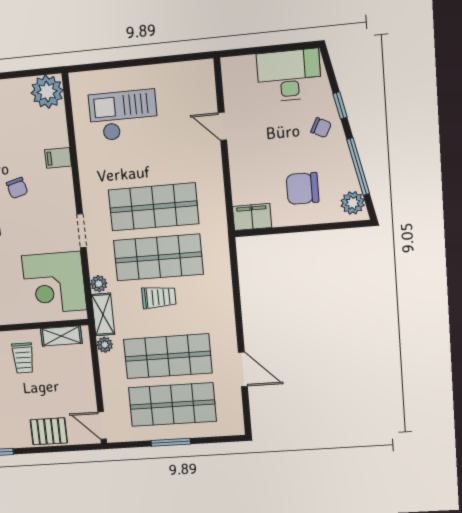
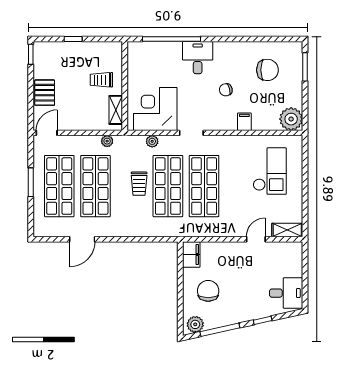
desk: (289, 75) -> (286, 293), width x0.73
chair: (321, 128) -> (249, 306), removed
shelving: (103, 314) -> (287, 230), moved

